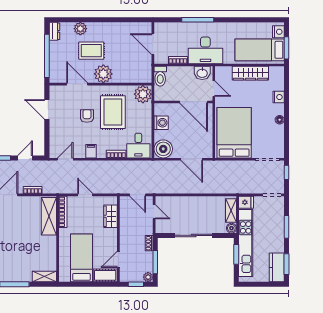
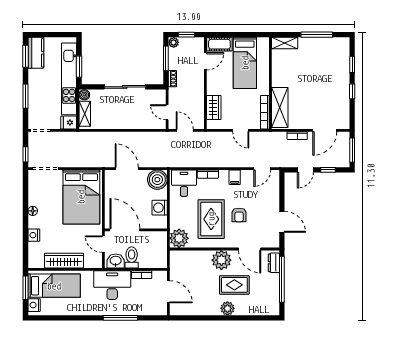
plant: (80, 29) -> (227, 308), moved
dresser: (54, 31) -> (274, 263), moved
toilet: (160, 76) -> (132, 257), moved

